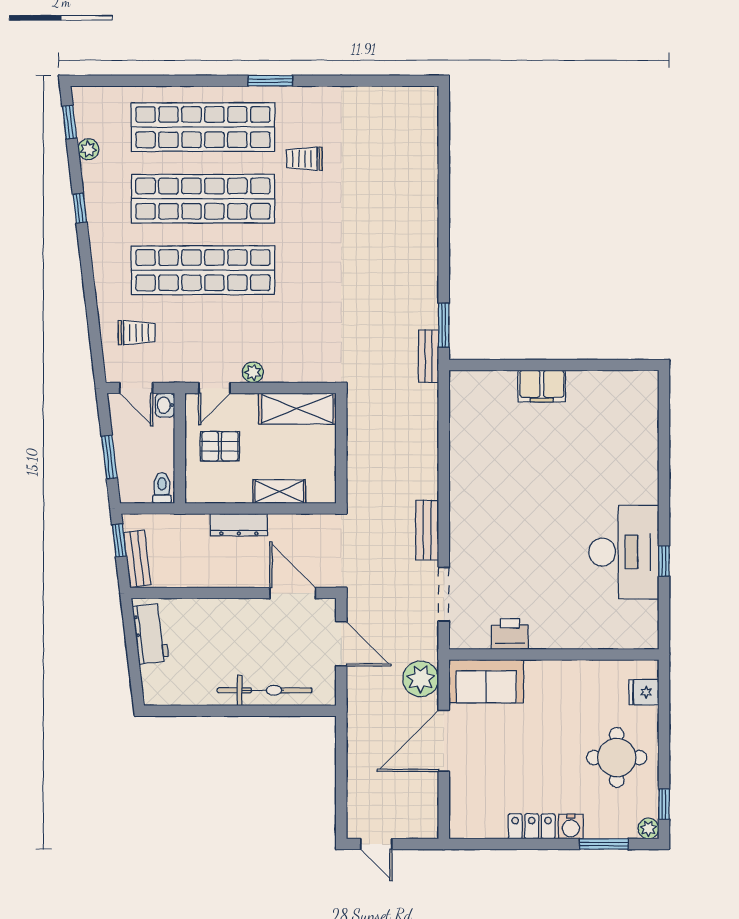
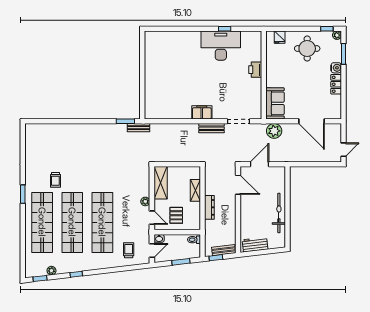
filing cabinet: (542, 386) -> (202, 112), moved, turned -90
door: (293, 593) -> (238, 185), swing flipped
printer: (510, 634) -> (255, 70), moved
bicycle: (265, 690) -> (279, 213), moved
door: (444, 741) -> (311, 121), moved

